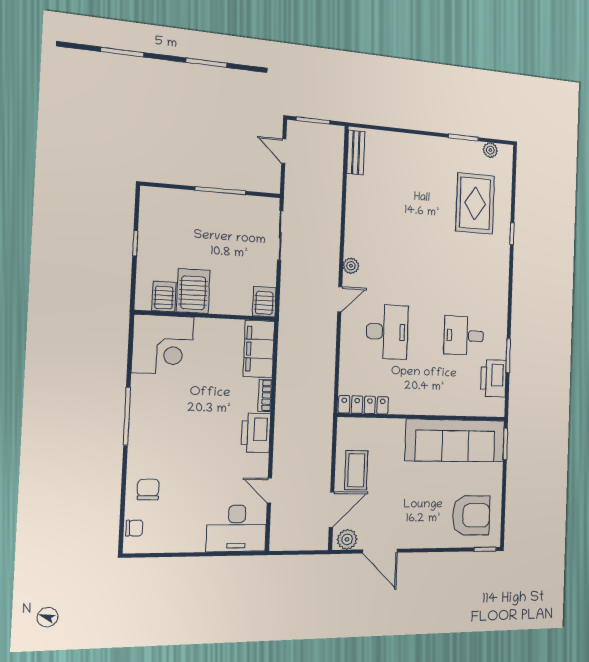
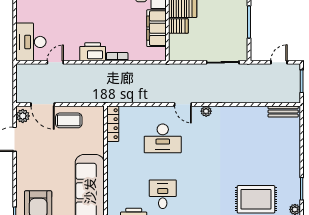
server rack: (264, 302) -> (178, 26), moved
filing cabinet: (259, 349) -> (156, 28), moved, turned -90

